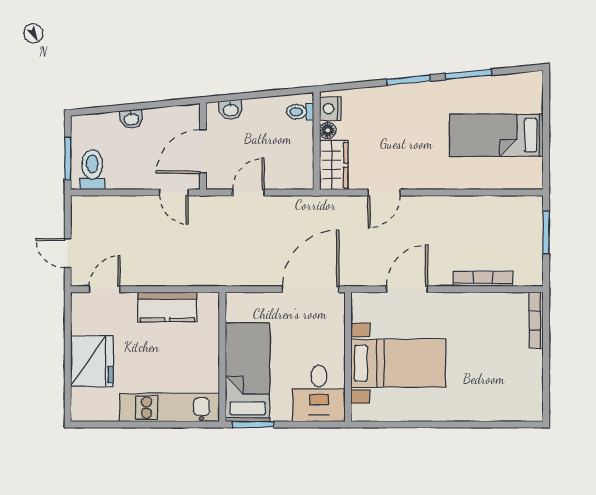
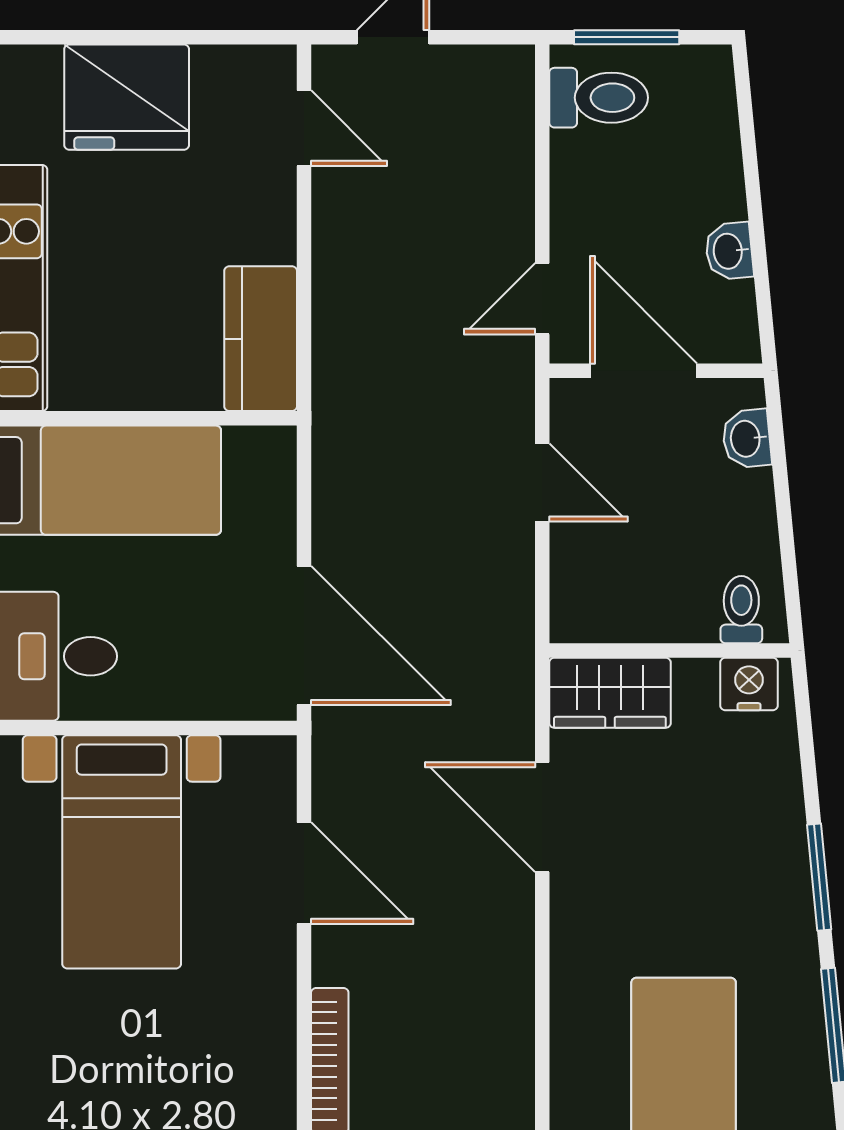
washbasin: (131, 119) -> (729, 251), moved
floor lamp: (328, 130) -> (695, 678), removed
door: (384, 193) -> (542, 817), width x1.38
kitchen counter: (167, 307) -> (261, 339), moved

